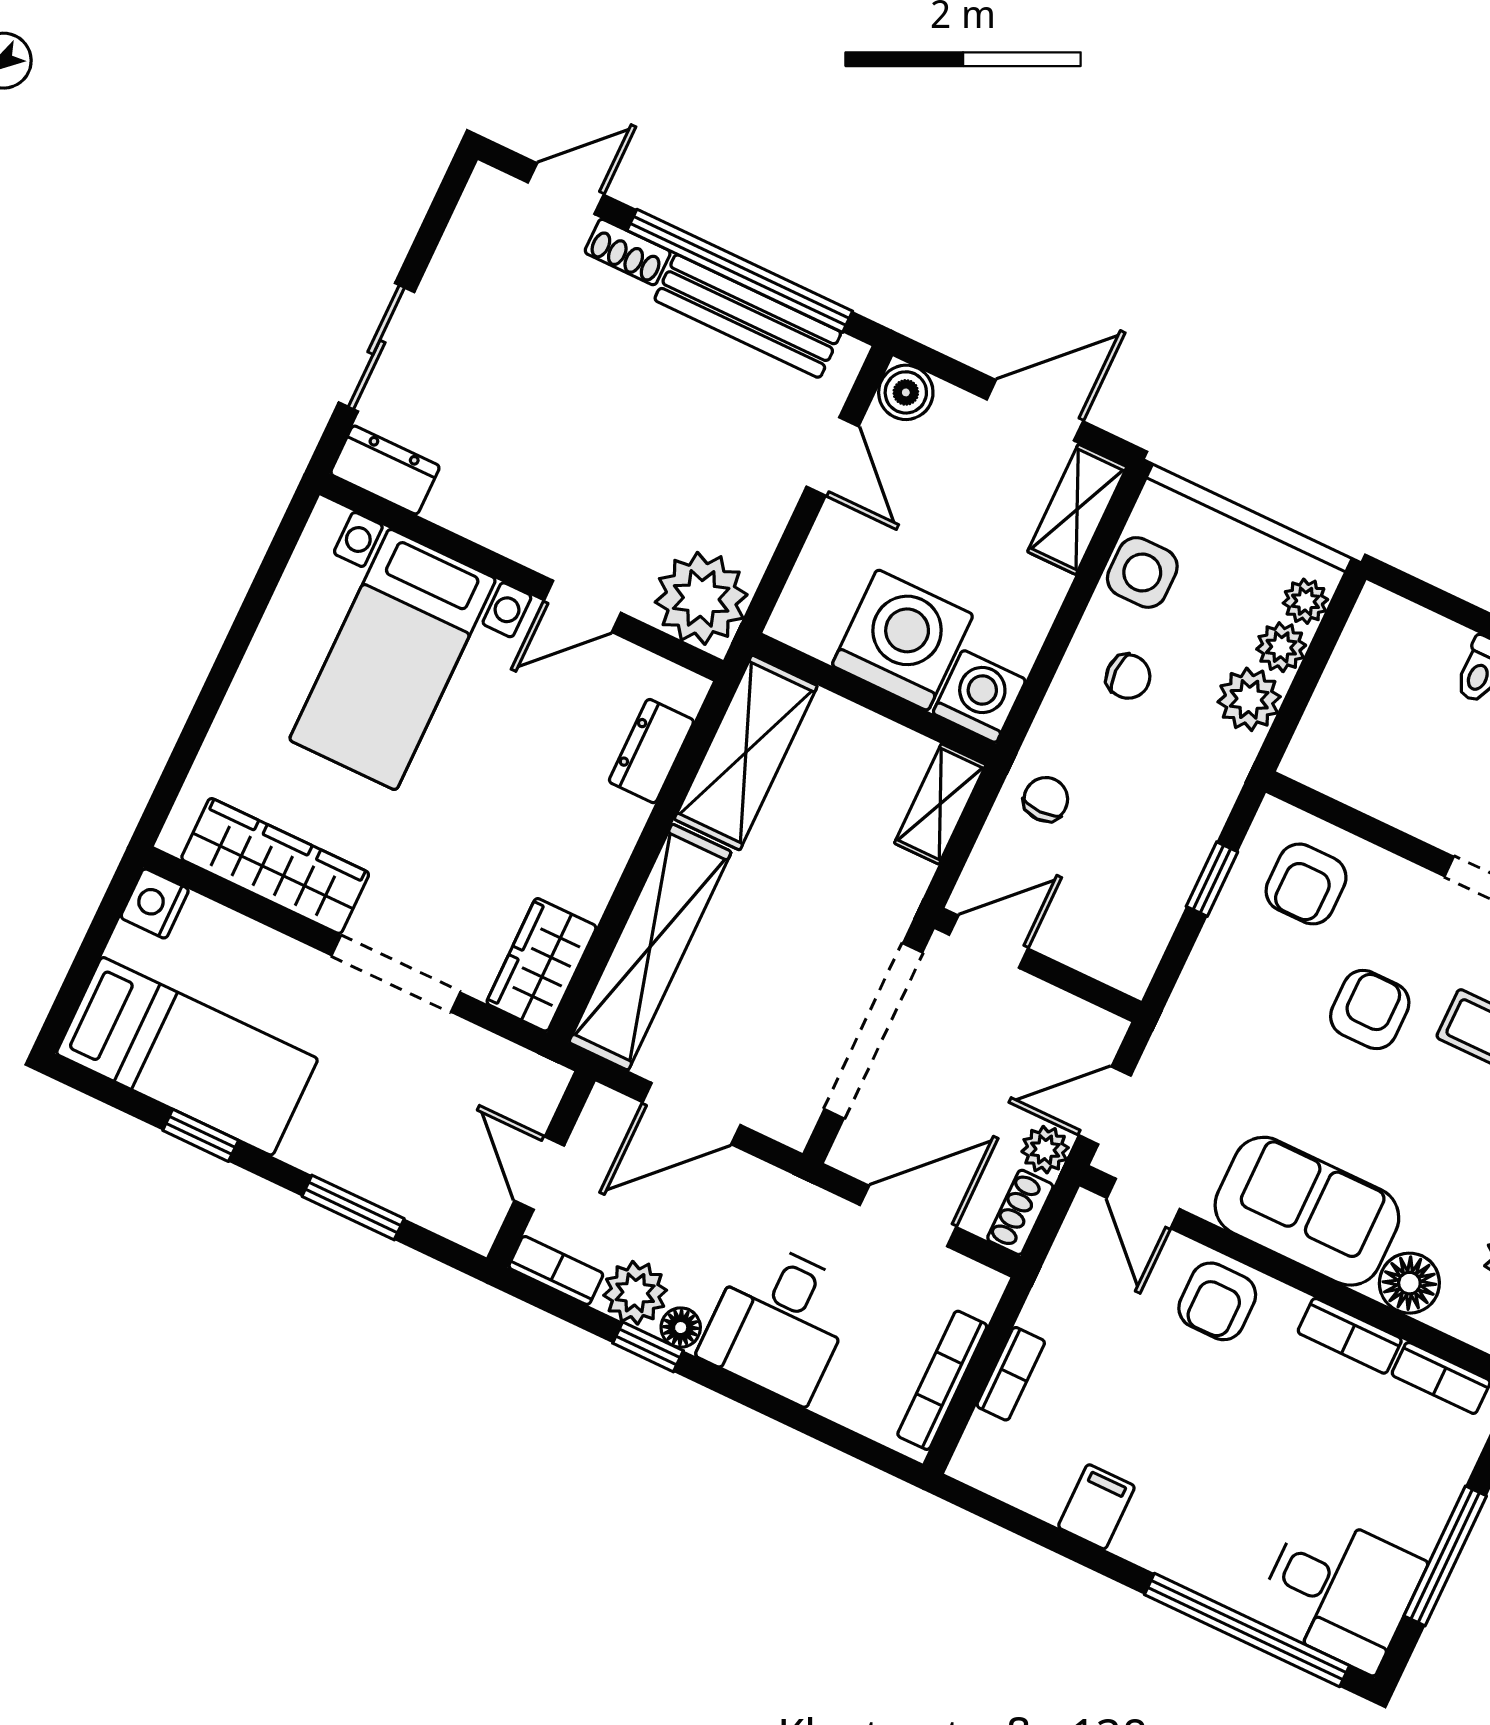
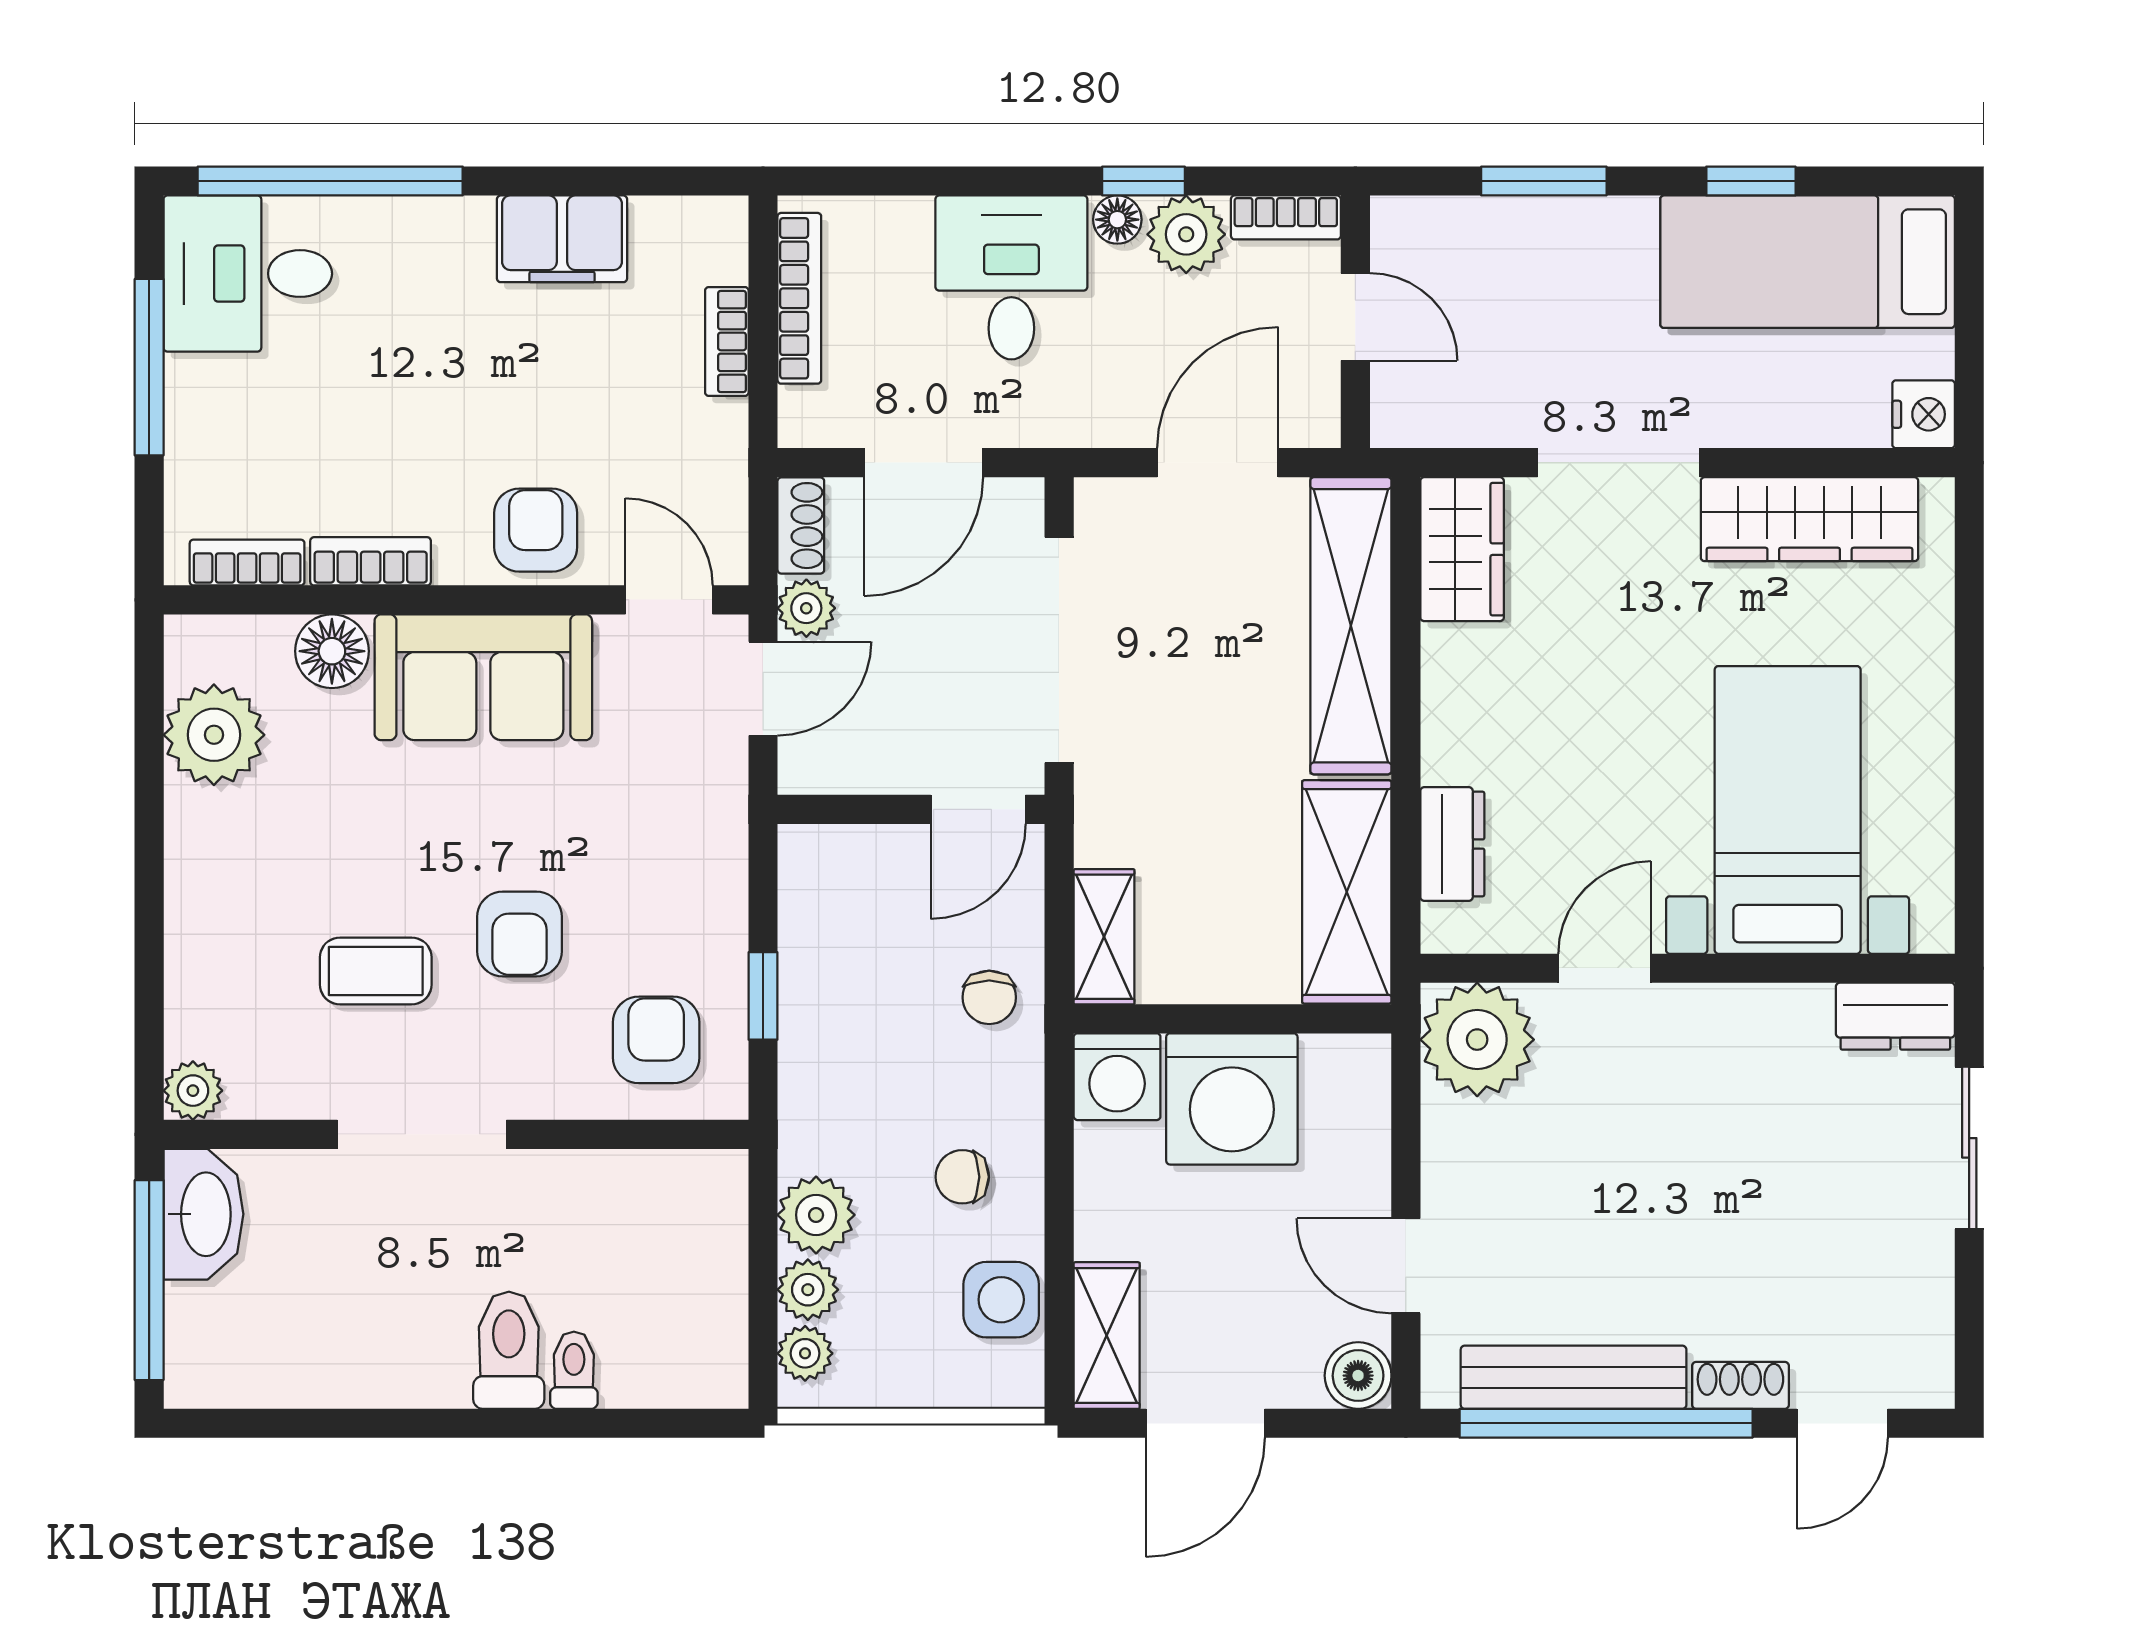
filing cabinet: (1096, 1507) -> (562, 239), width x2.00

